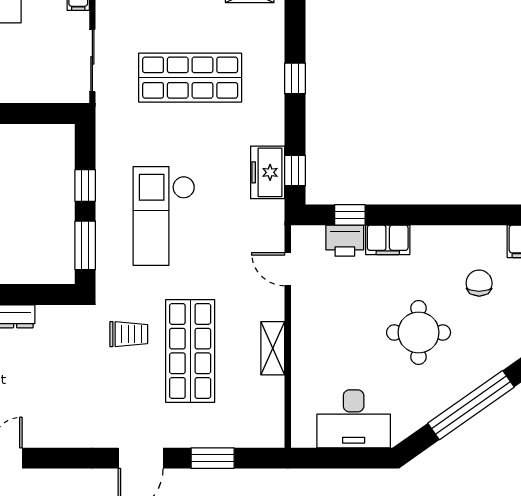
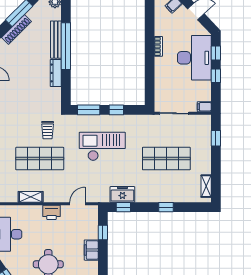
shop shelf: (190, 78) -> (166, 159), turned 90
printer: (345, 241) -> (52, 212), moved, turned -90
shelving: (273, 348) -> (31, 197), moved

